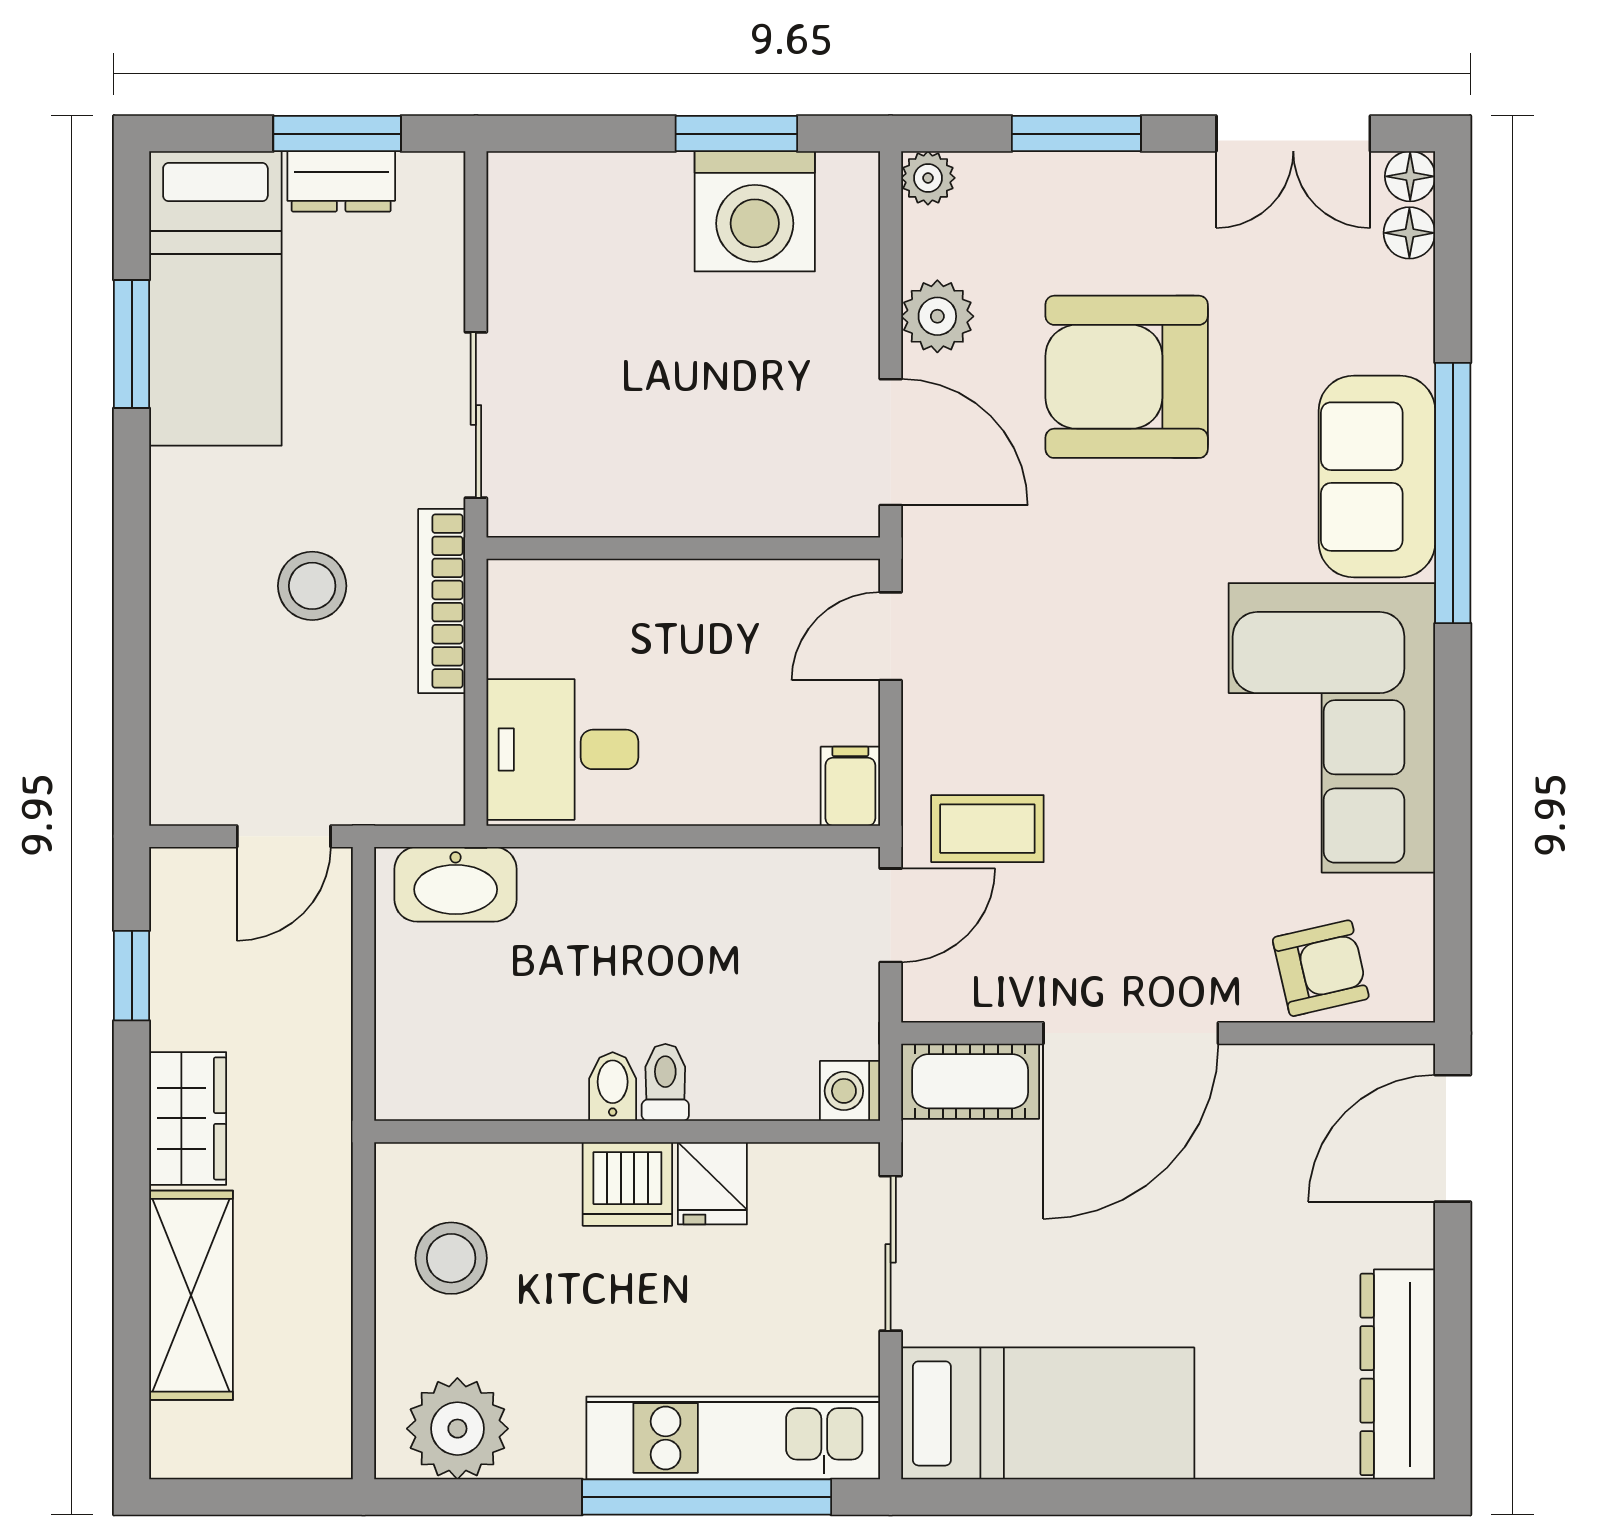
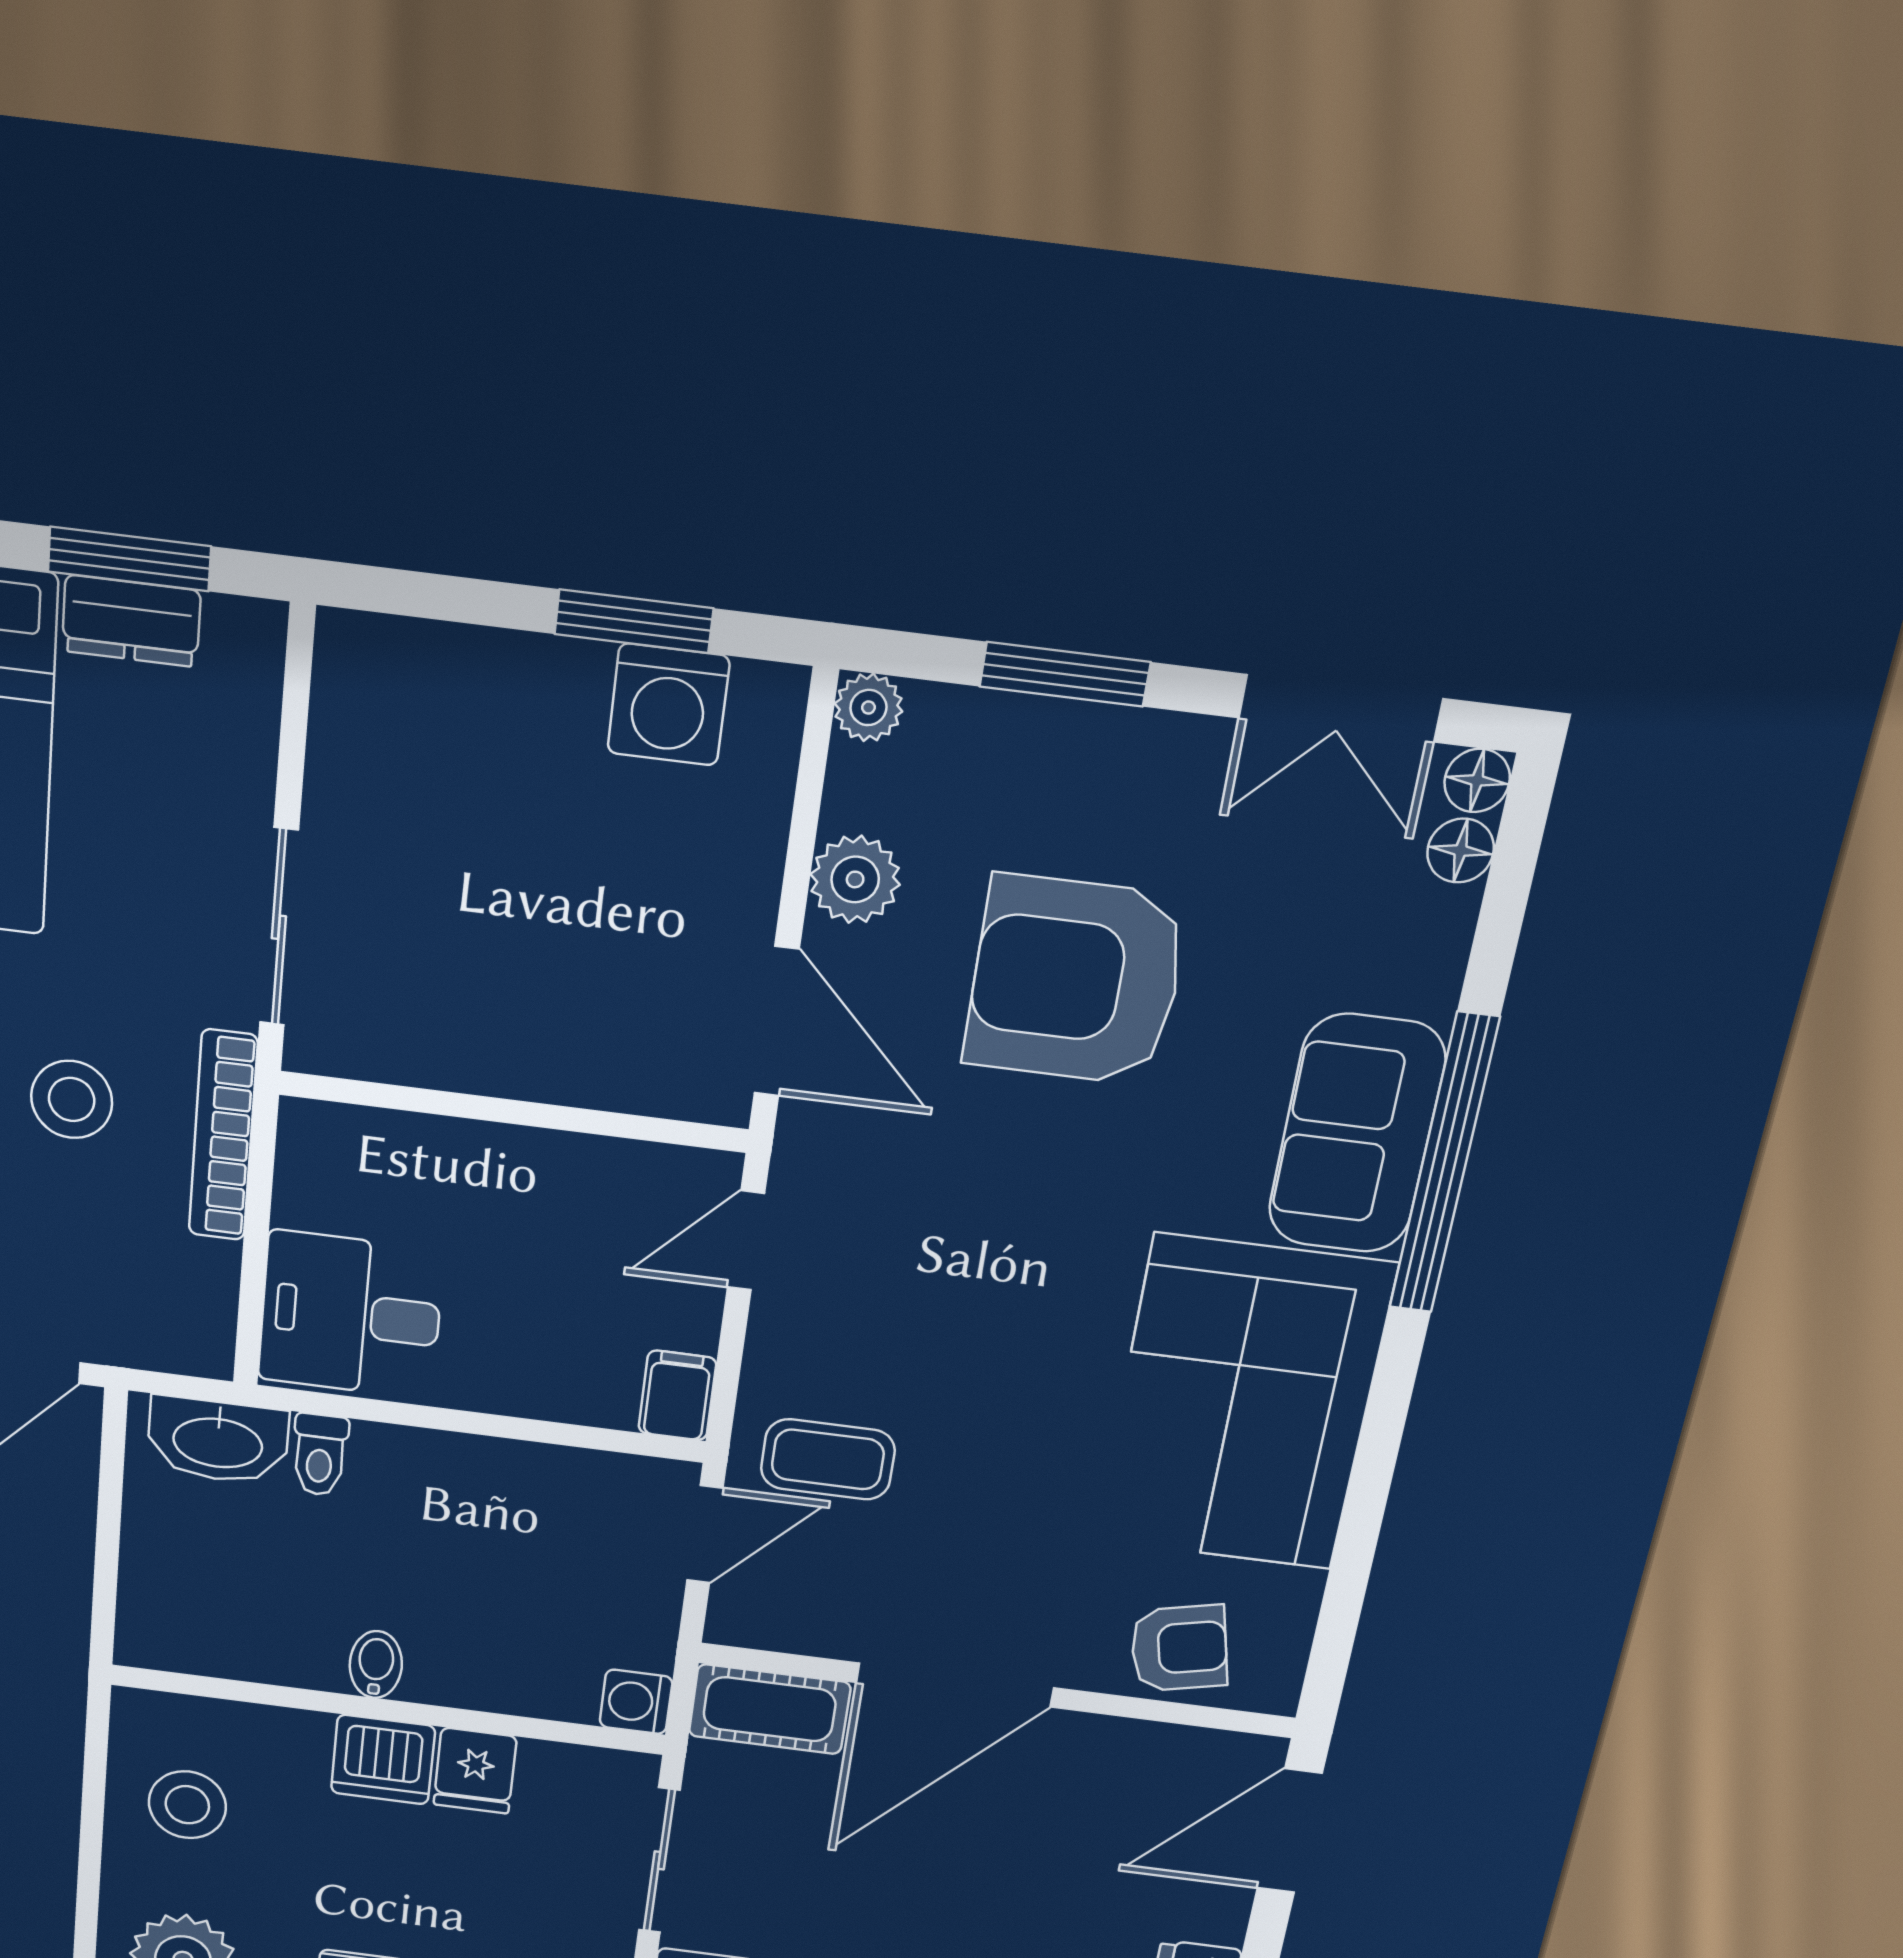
washing machine: (755, 211) -> (668, 705), width x0.73, depth x0.73
toilet: (665, 1082) -> (320, 1455), moved, turned 180

